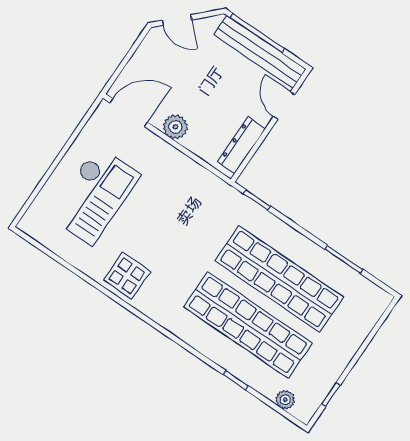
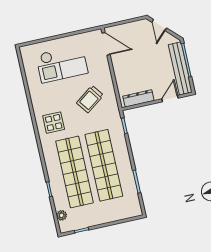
plant: (175, 127) -> (119, 67), removed
trolley: (177, 207) -> (90, 99), added
display table: (127, 276) -> (54, 123), moved

